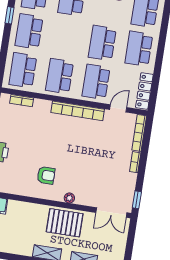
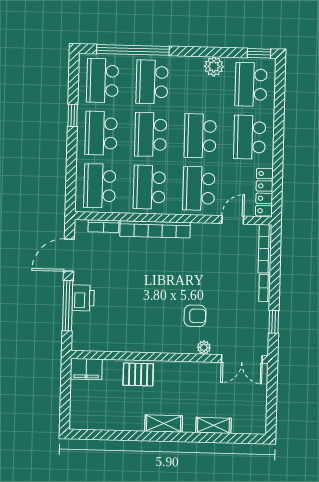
school desk: (66, 37) -> (151, 135), added
bookcase: (78, 111) -> (155, 229), moved
armchair: (46, 175) -> (195, 316), moved
plant: (69, 198) -> (204, 347), moved
window: (137, 200) -> (274, 322), moved
pallet: (65, 223) -> (138, 374), moved, width x0.67, depth x0.71

